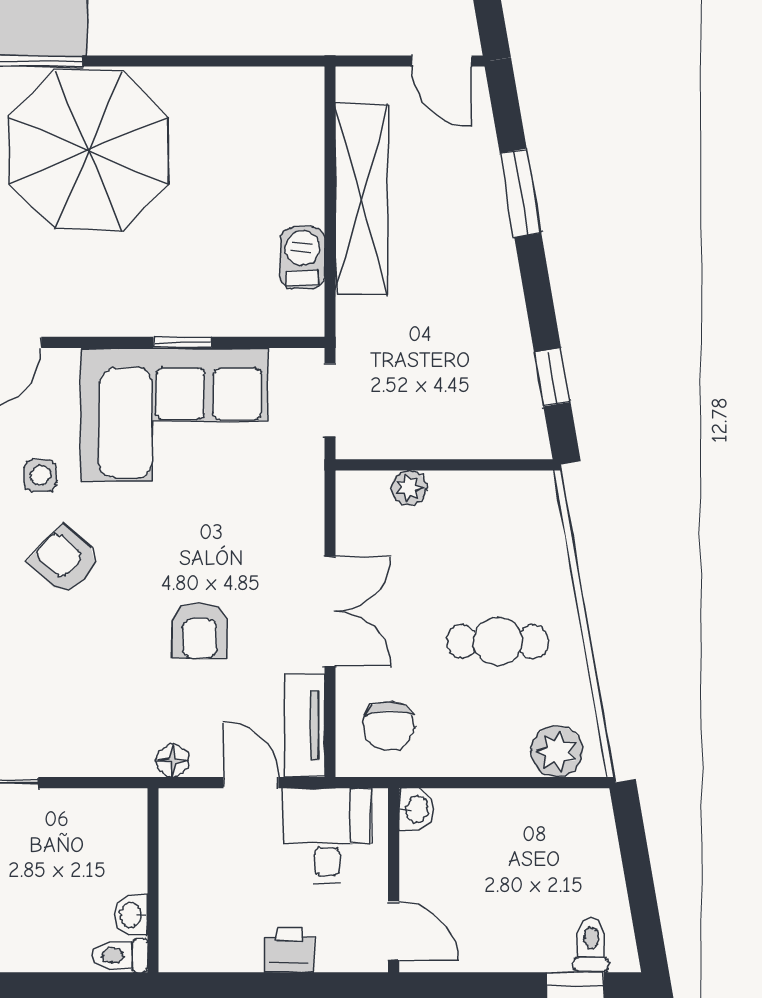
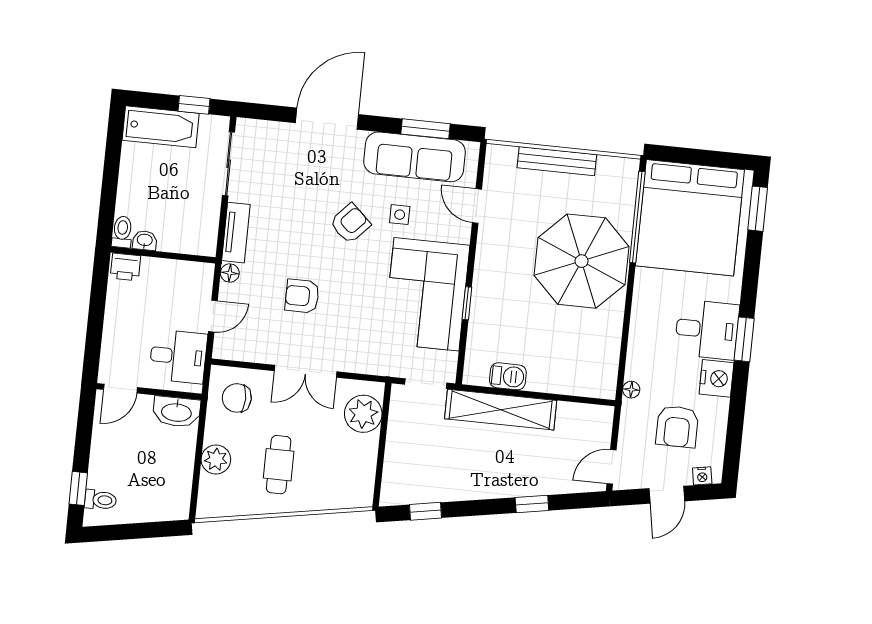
floor lamp: (303, 41) -> (631, 390), added
window: (520, 193) -> (532, 504), width x0.67
shelving: (362, 200) -> (501, 410), moved
plant: (409, 488) -> (363, 414), width x1.88, depth x1.88
tv unit: (305, 726) -> (236, 233), moved, turned 90
plant: (557, 752) -> (216, 459), moved
washbasin: (416, 809) -> (177, 412), width x1.91, depth x1.45
printer: (289, 950) -> (125, 267), moved, turned 90

